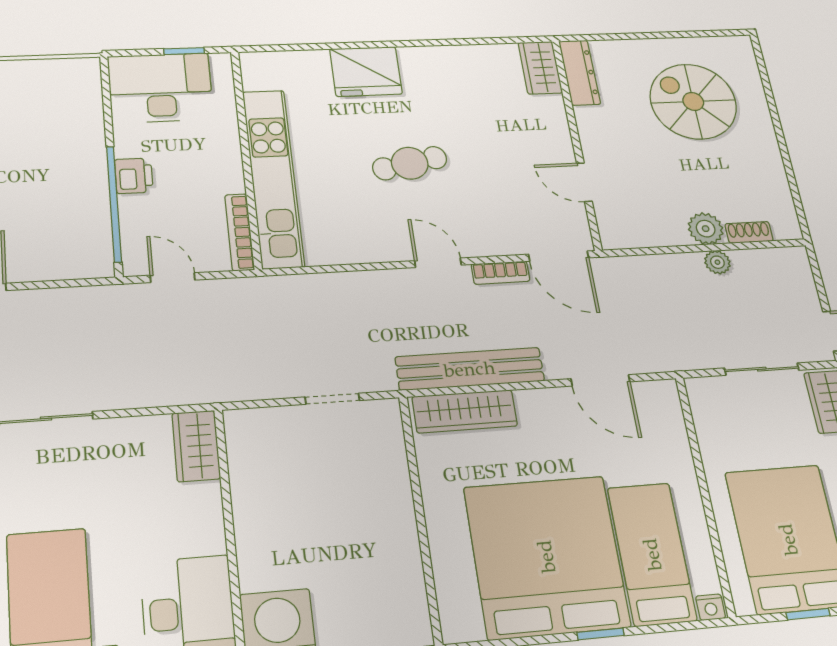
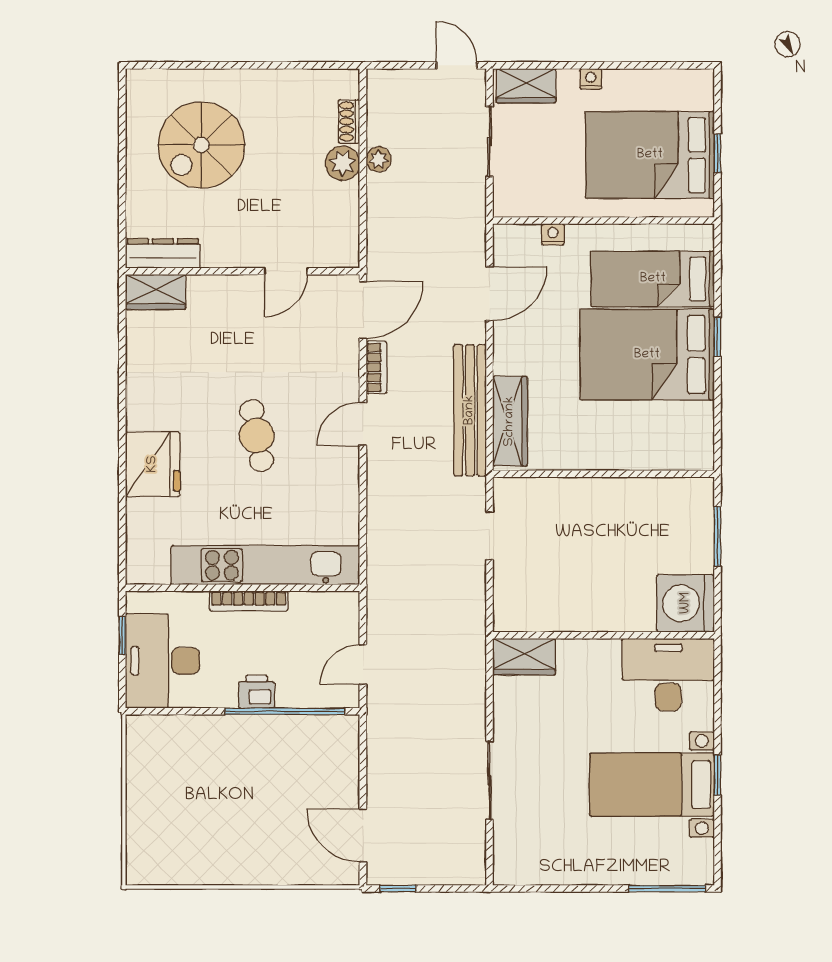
bookcase: (240, 232) -> (249, 601), moved
bed: (546, 556) -> (647, 355), width x0.73
nightstand: (711, 607) -> (553, 234), moved, turned -90

